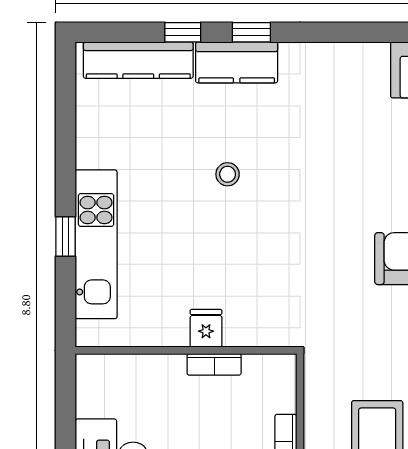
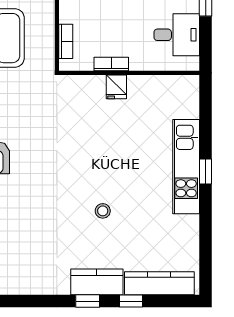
fridge: (206, 328) -> (116, 87), moved
wall: (186, 350) -> (129, 73), moved
bookcase: (214, 364) -> (111, 64), moved

